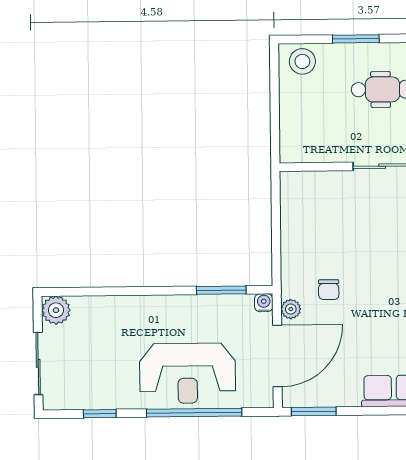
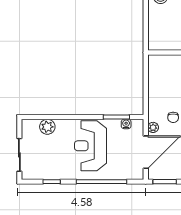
water cooler: (264, 303) -> (126, 124), moved
plant: (56, 310) -> (47, 127), moved
reception desk: (188, 373) -> (91, 146), moved, turned 90

